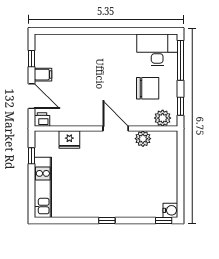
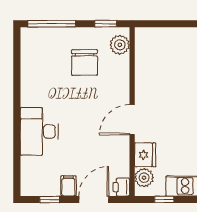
desk: (157, 50) -> (39, 131), moved
chair: (148, 88) -> (85, 62), turned 180
door: (116, 129) -> (132, 120), moved
plant: (143, 139) -> (144, 178), moved

